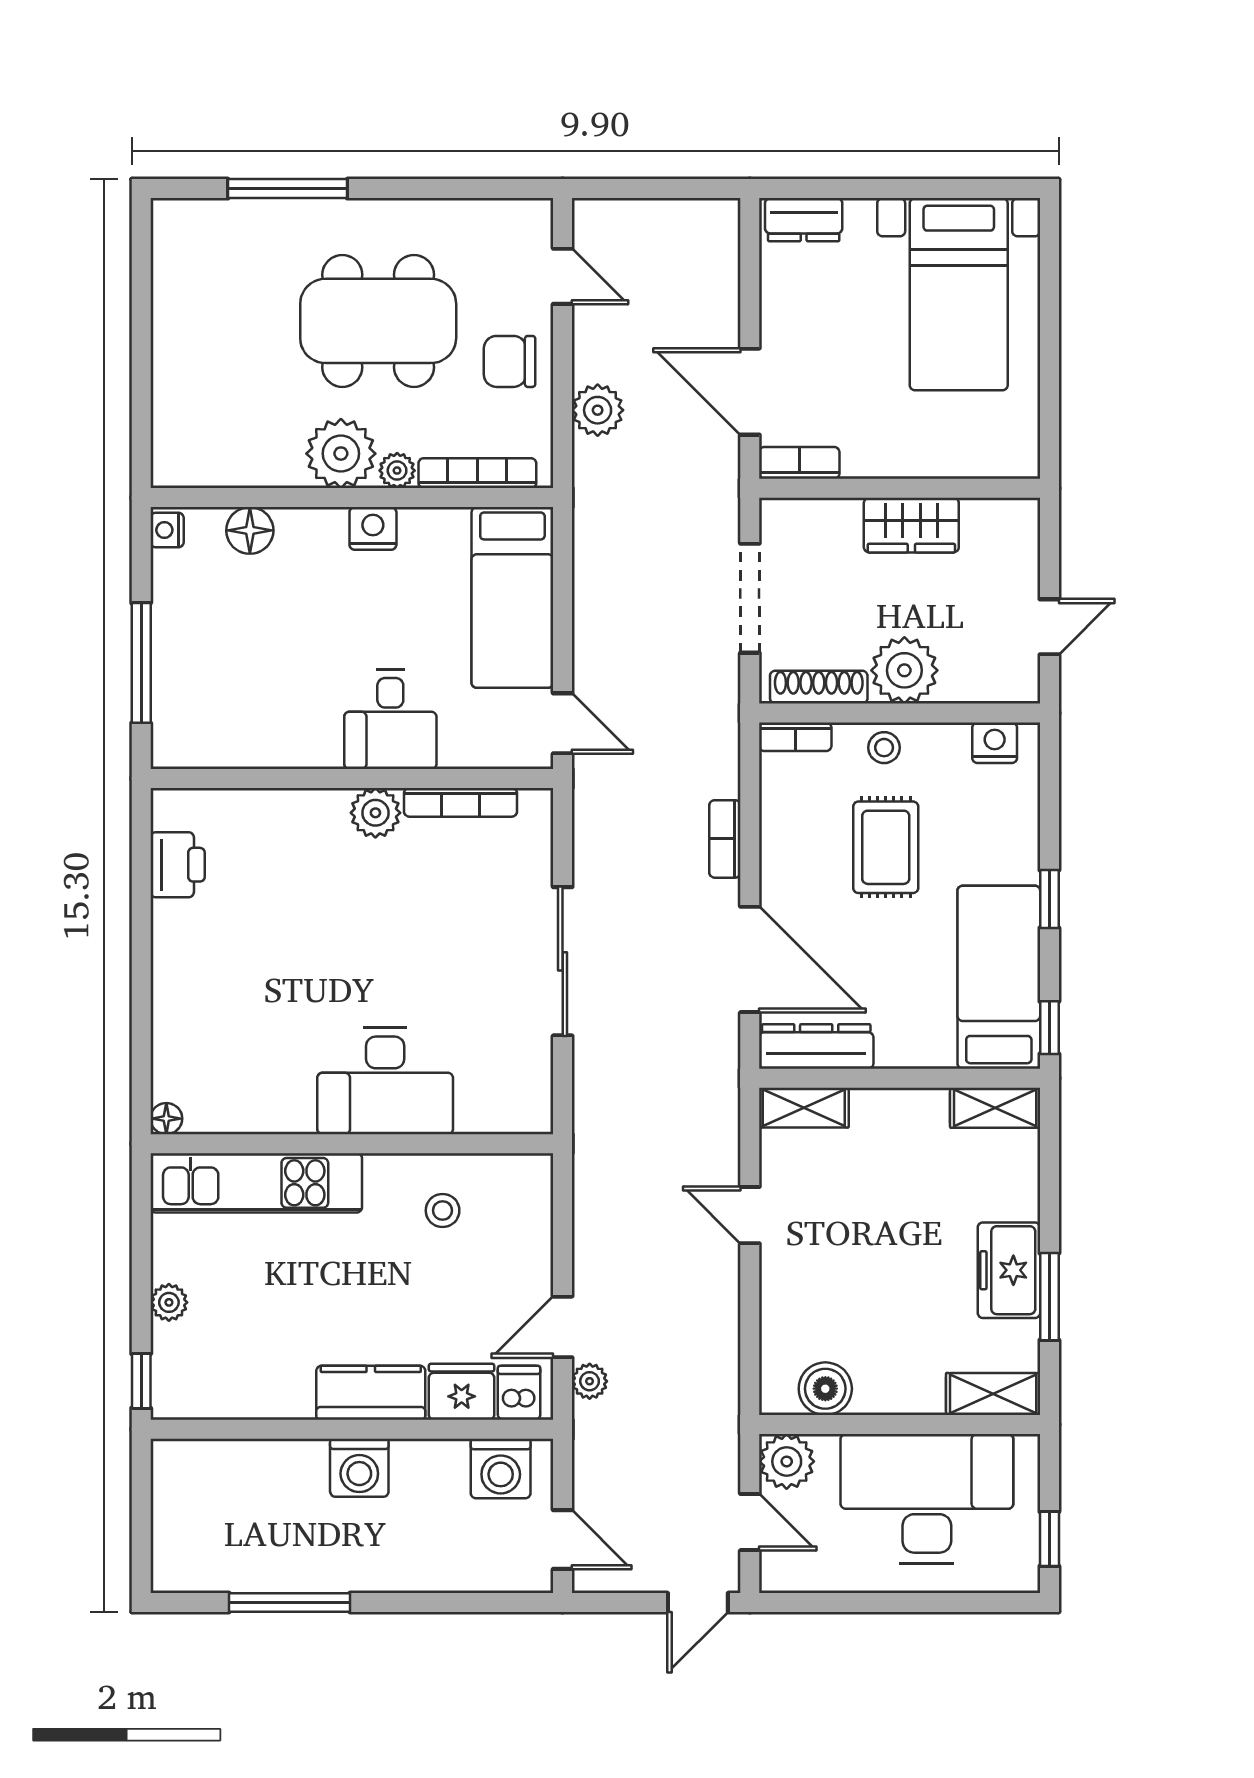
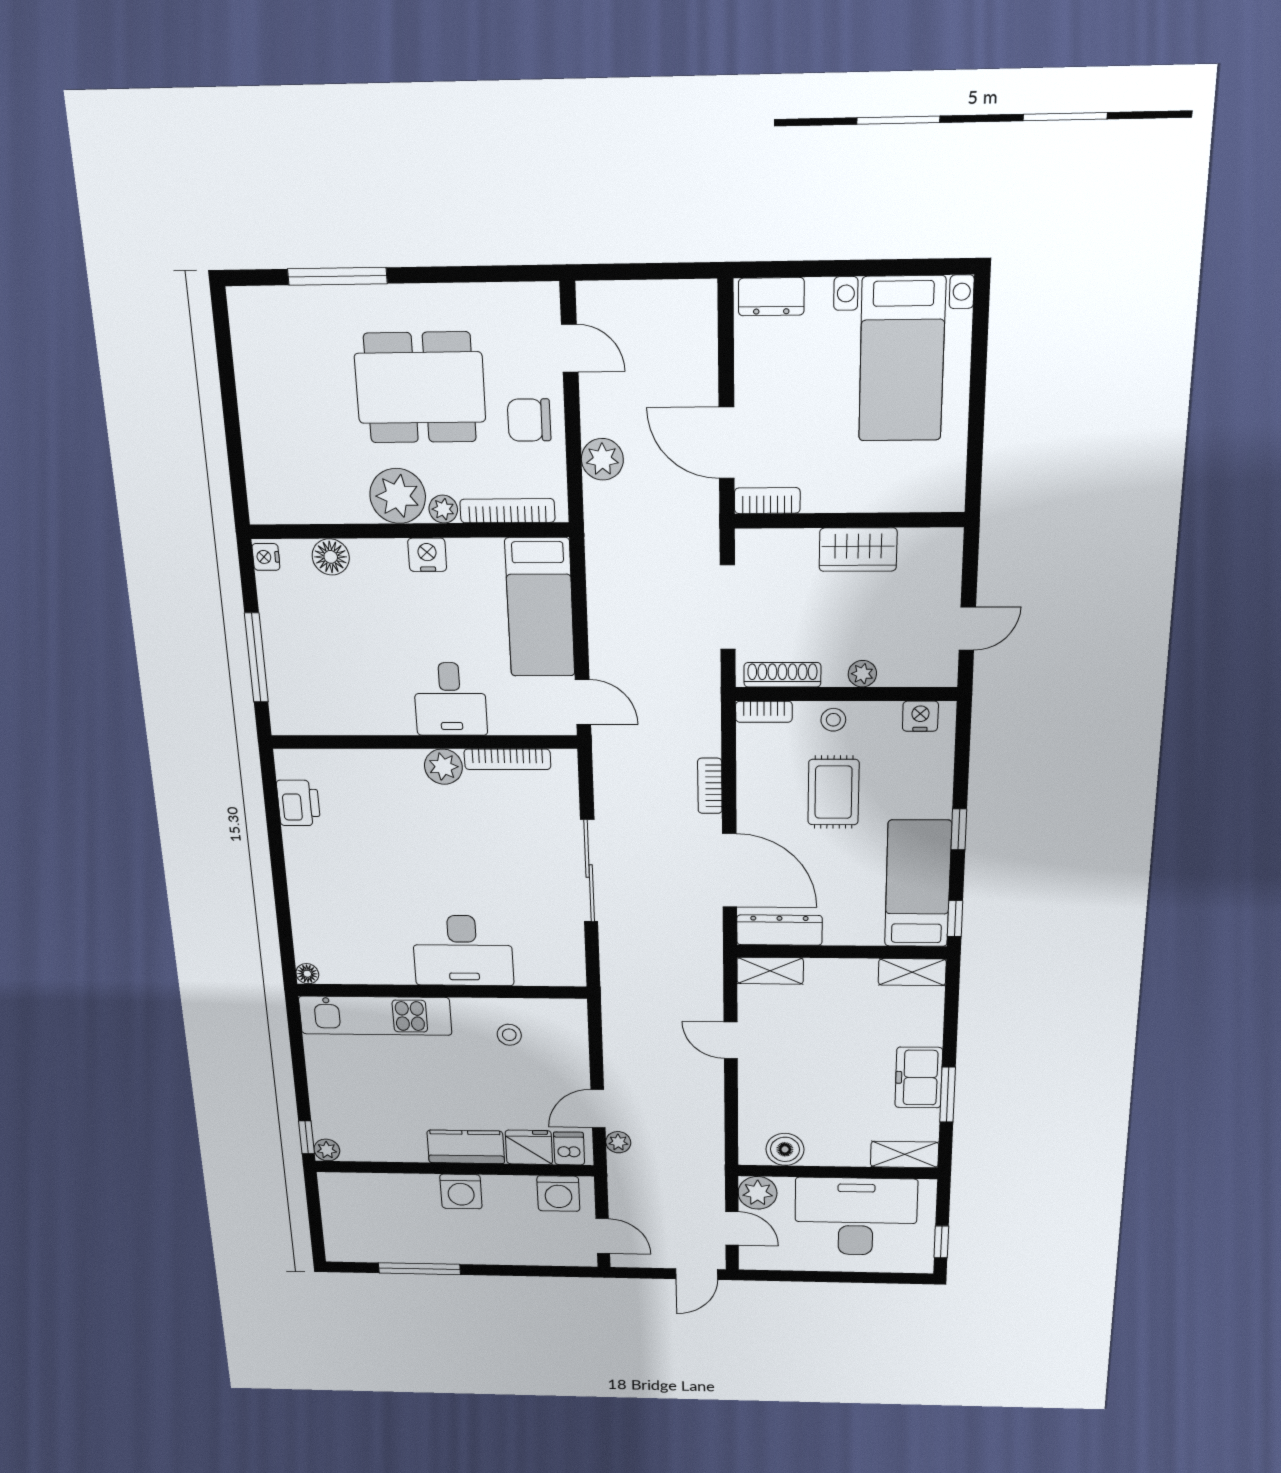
plant: (904, 670) -> (862, 674), width x0.53, depth x0.53
plant: (169, 1302) -> (327, 1150), moved

